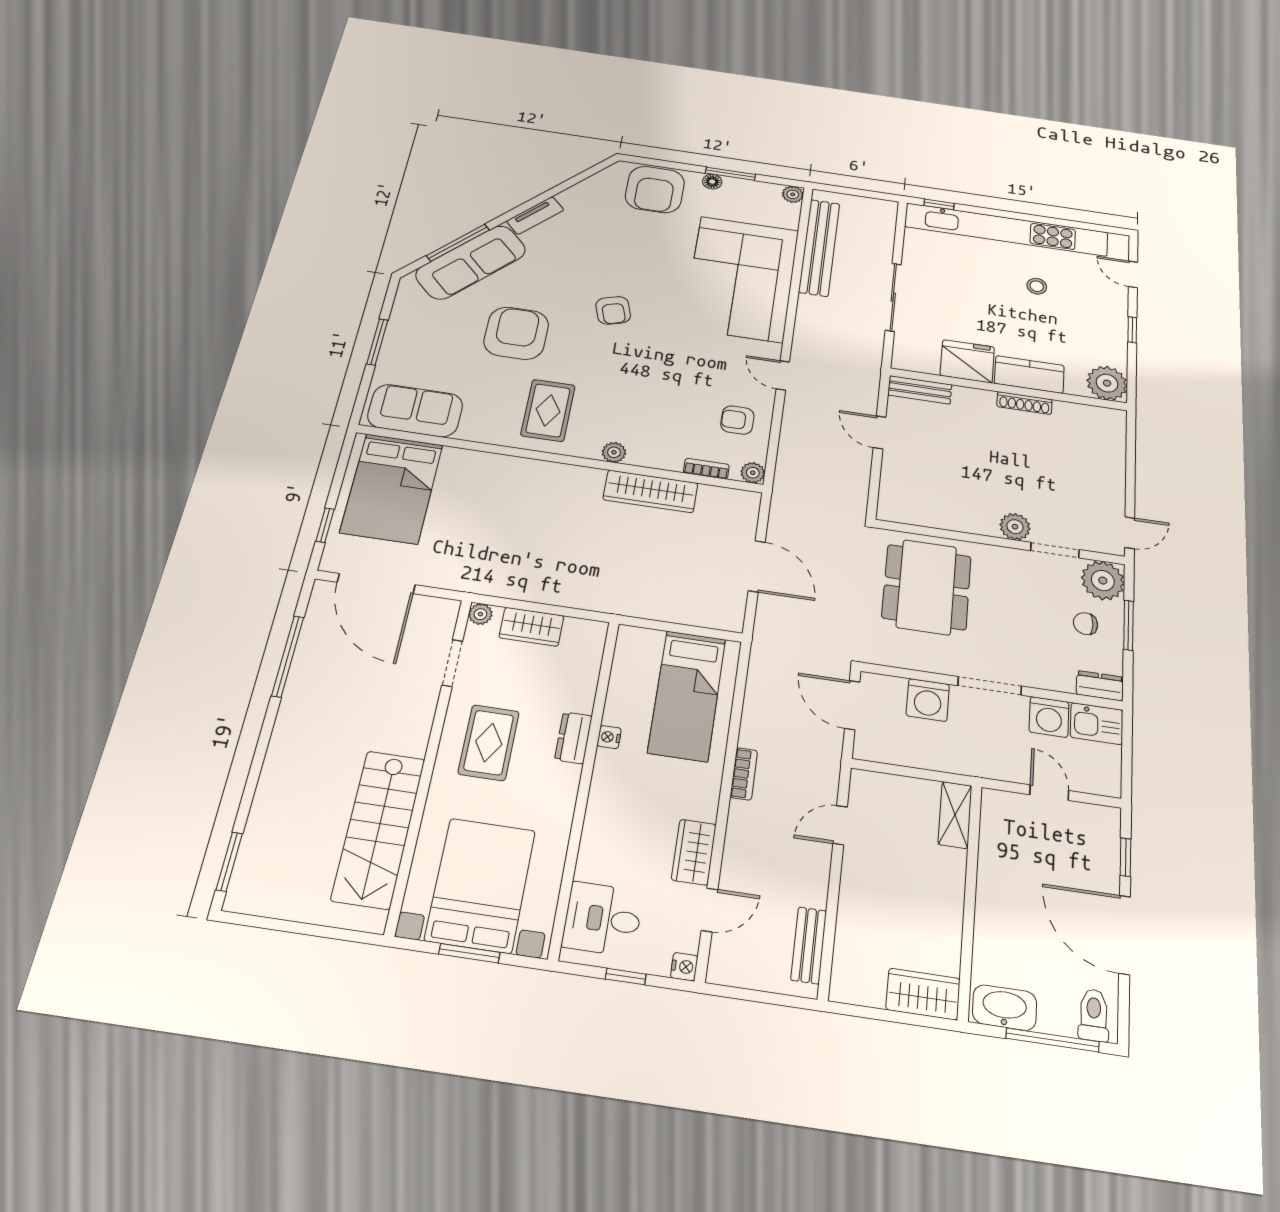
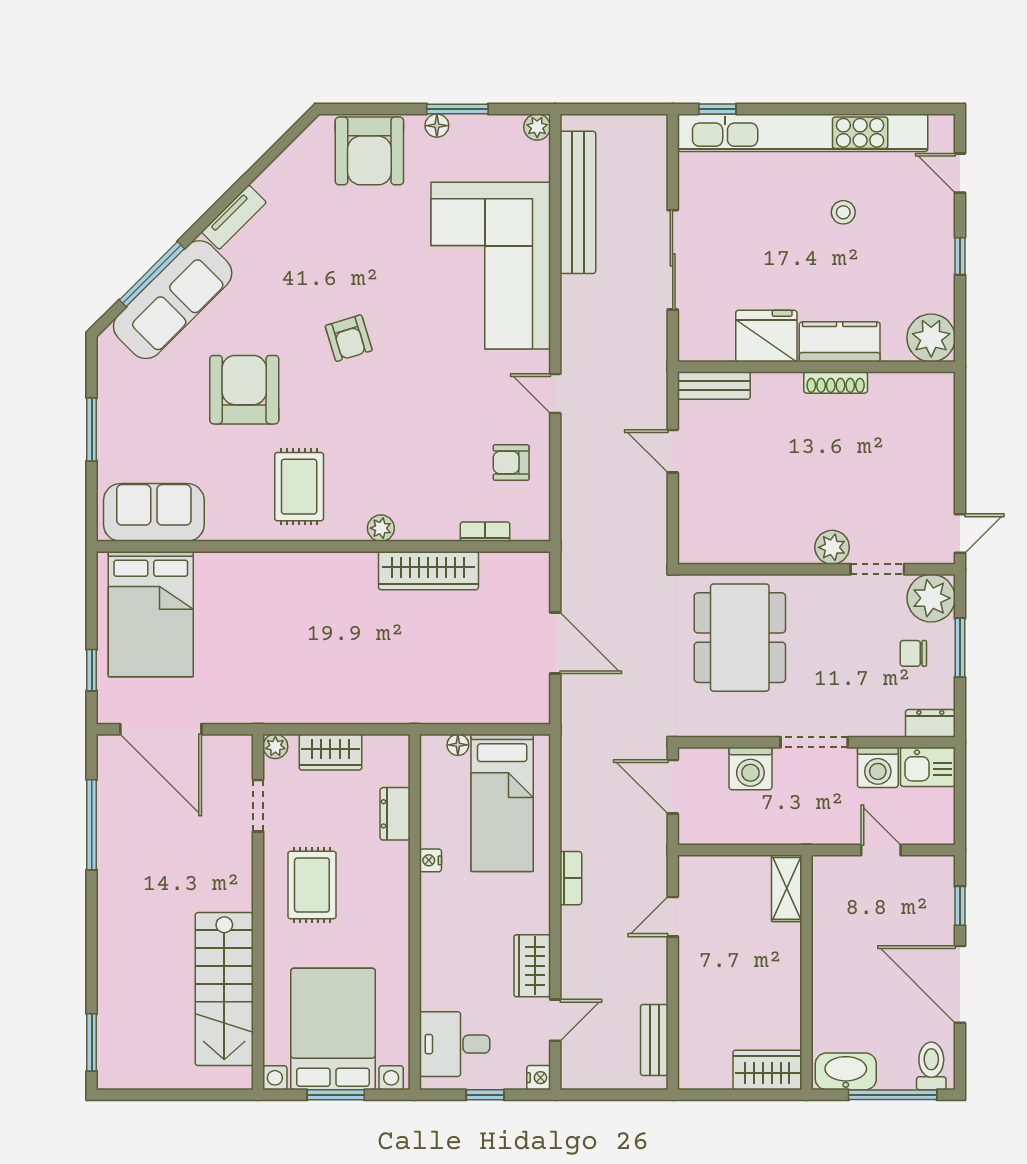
plant: (753, 473) -> (537, 528), removed
floor lamp: (653, 638) -> (458, 745), added
dresser: (573, 738) -> (395, 814), moved

